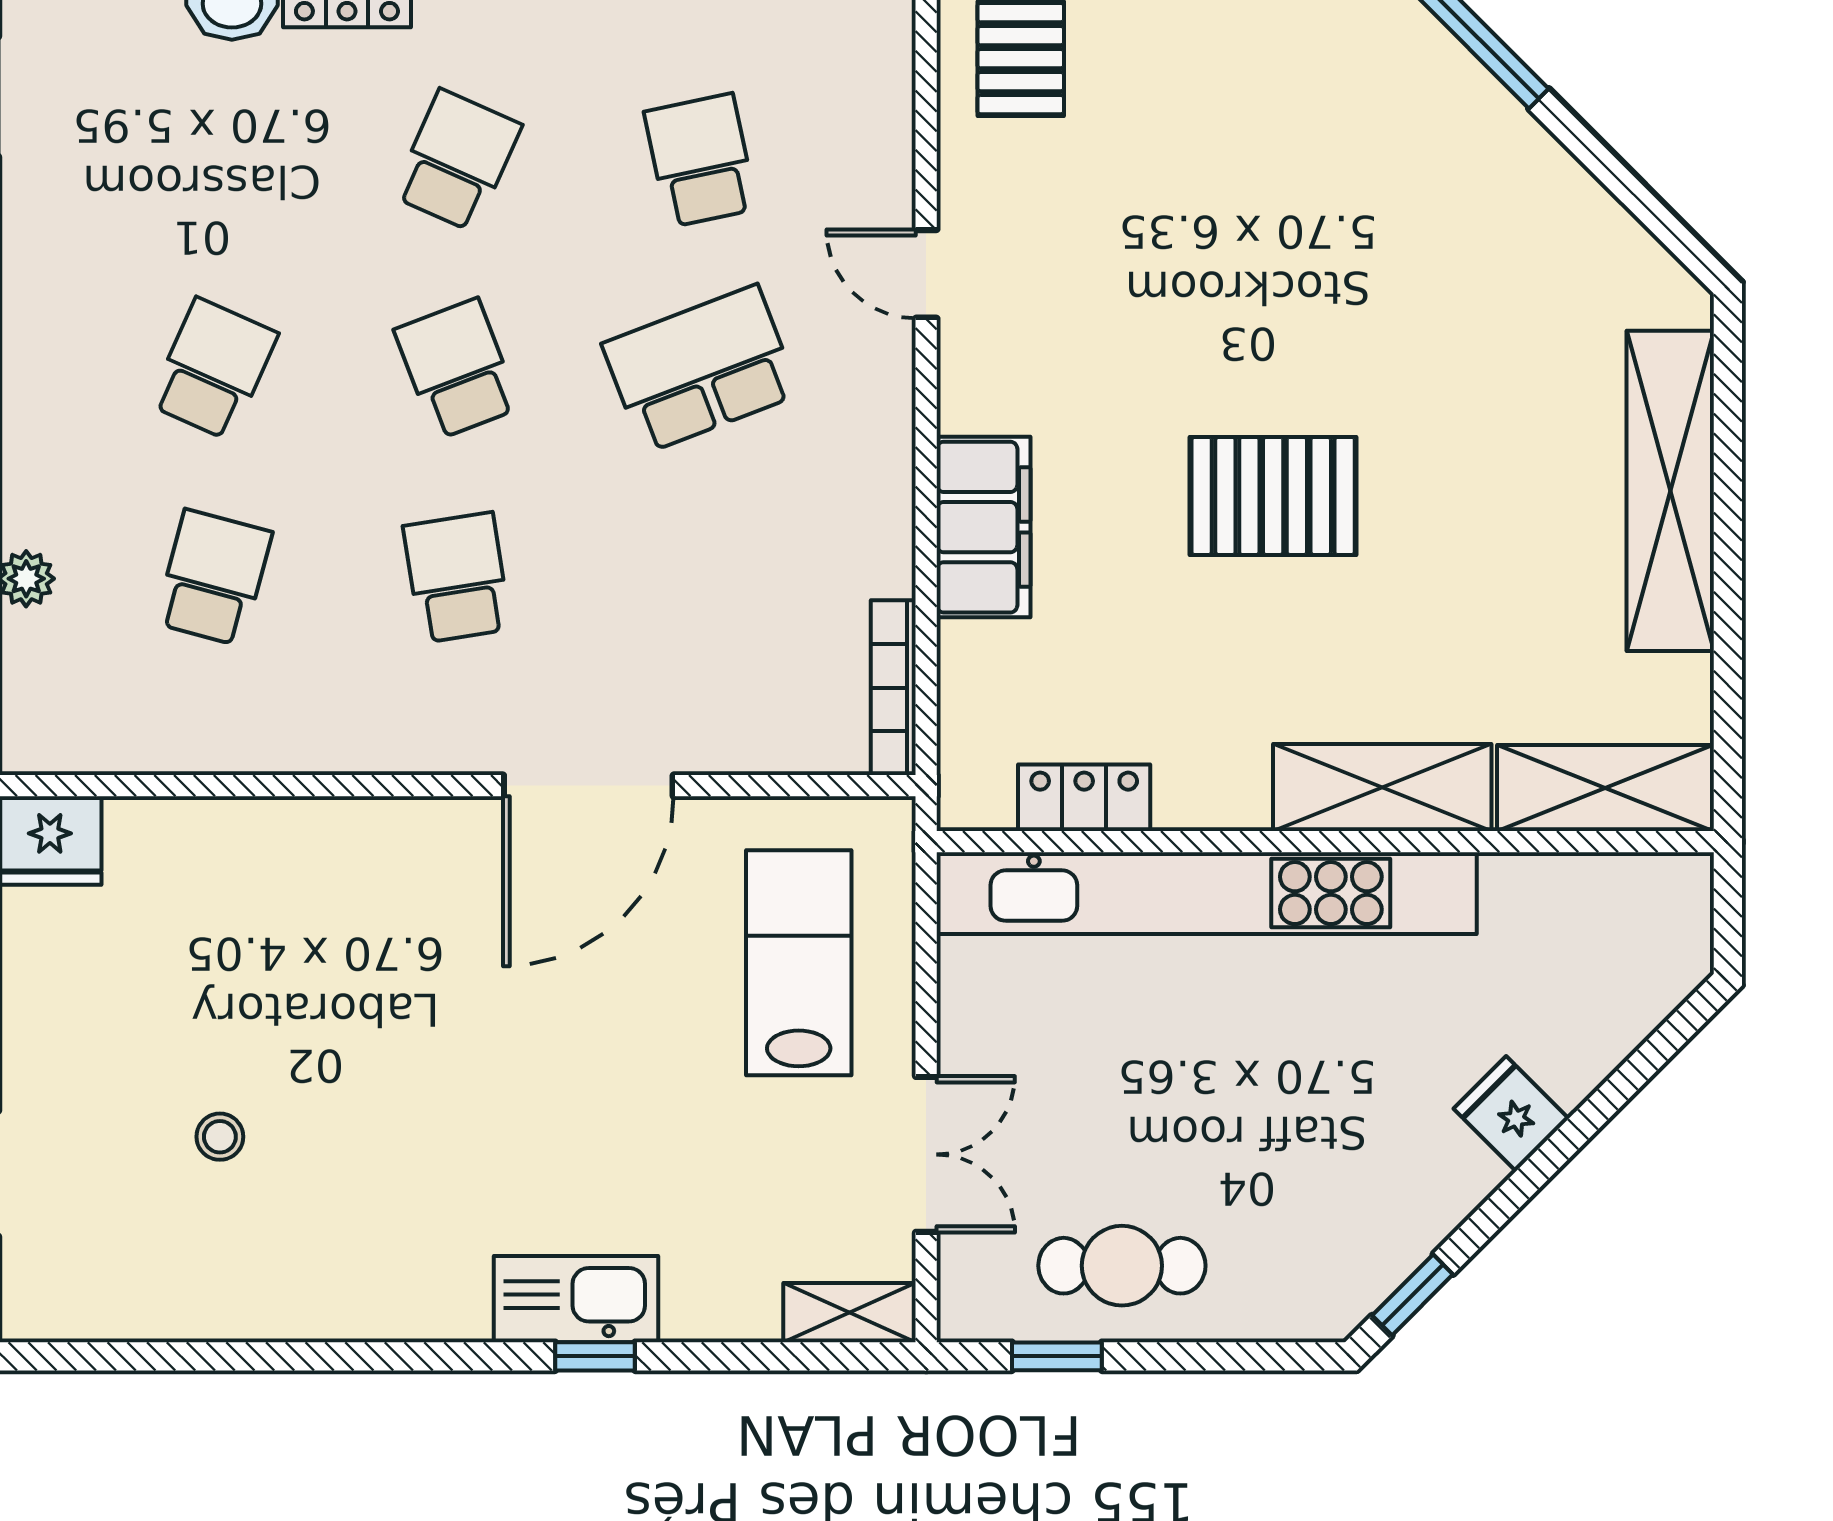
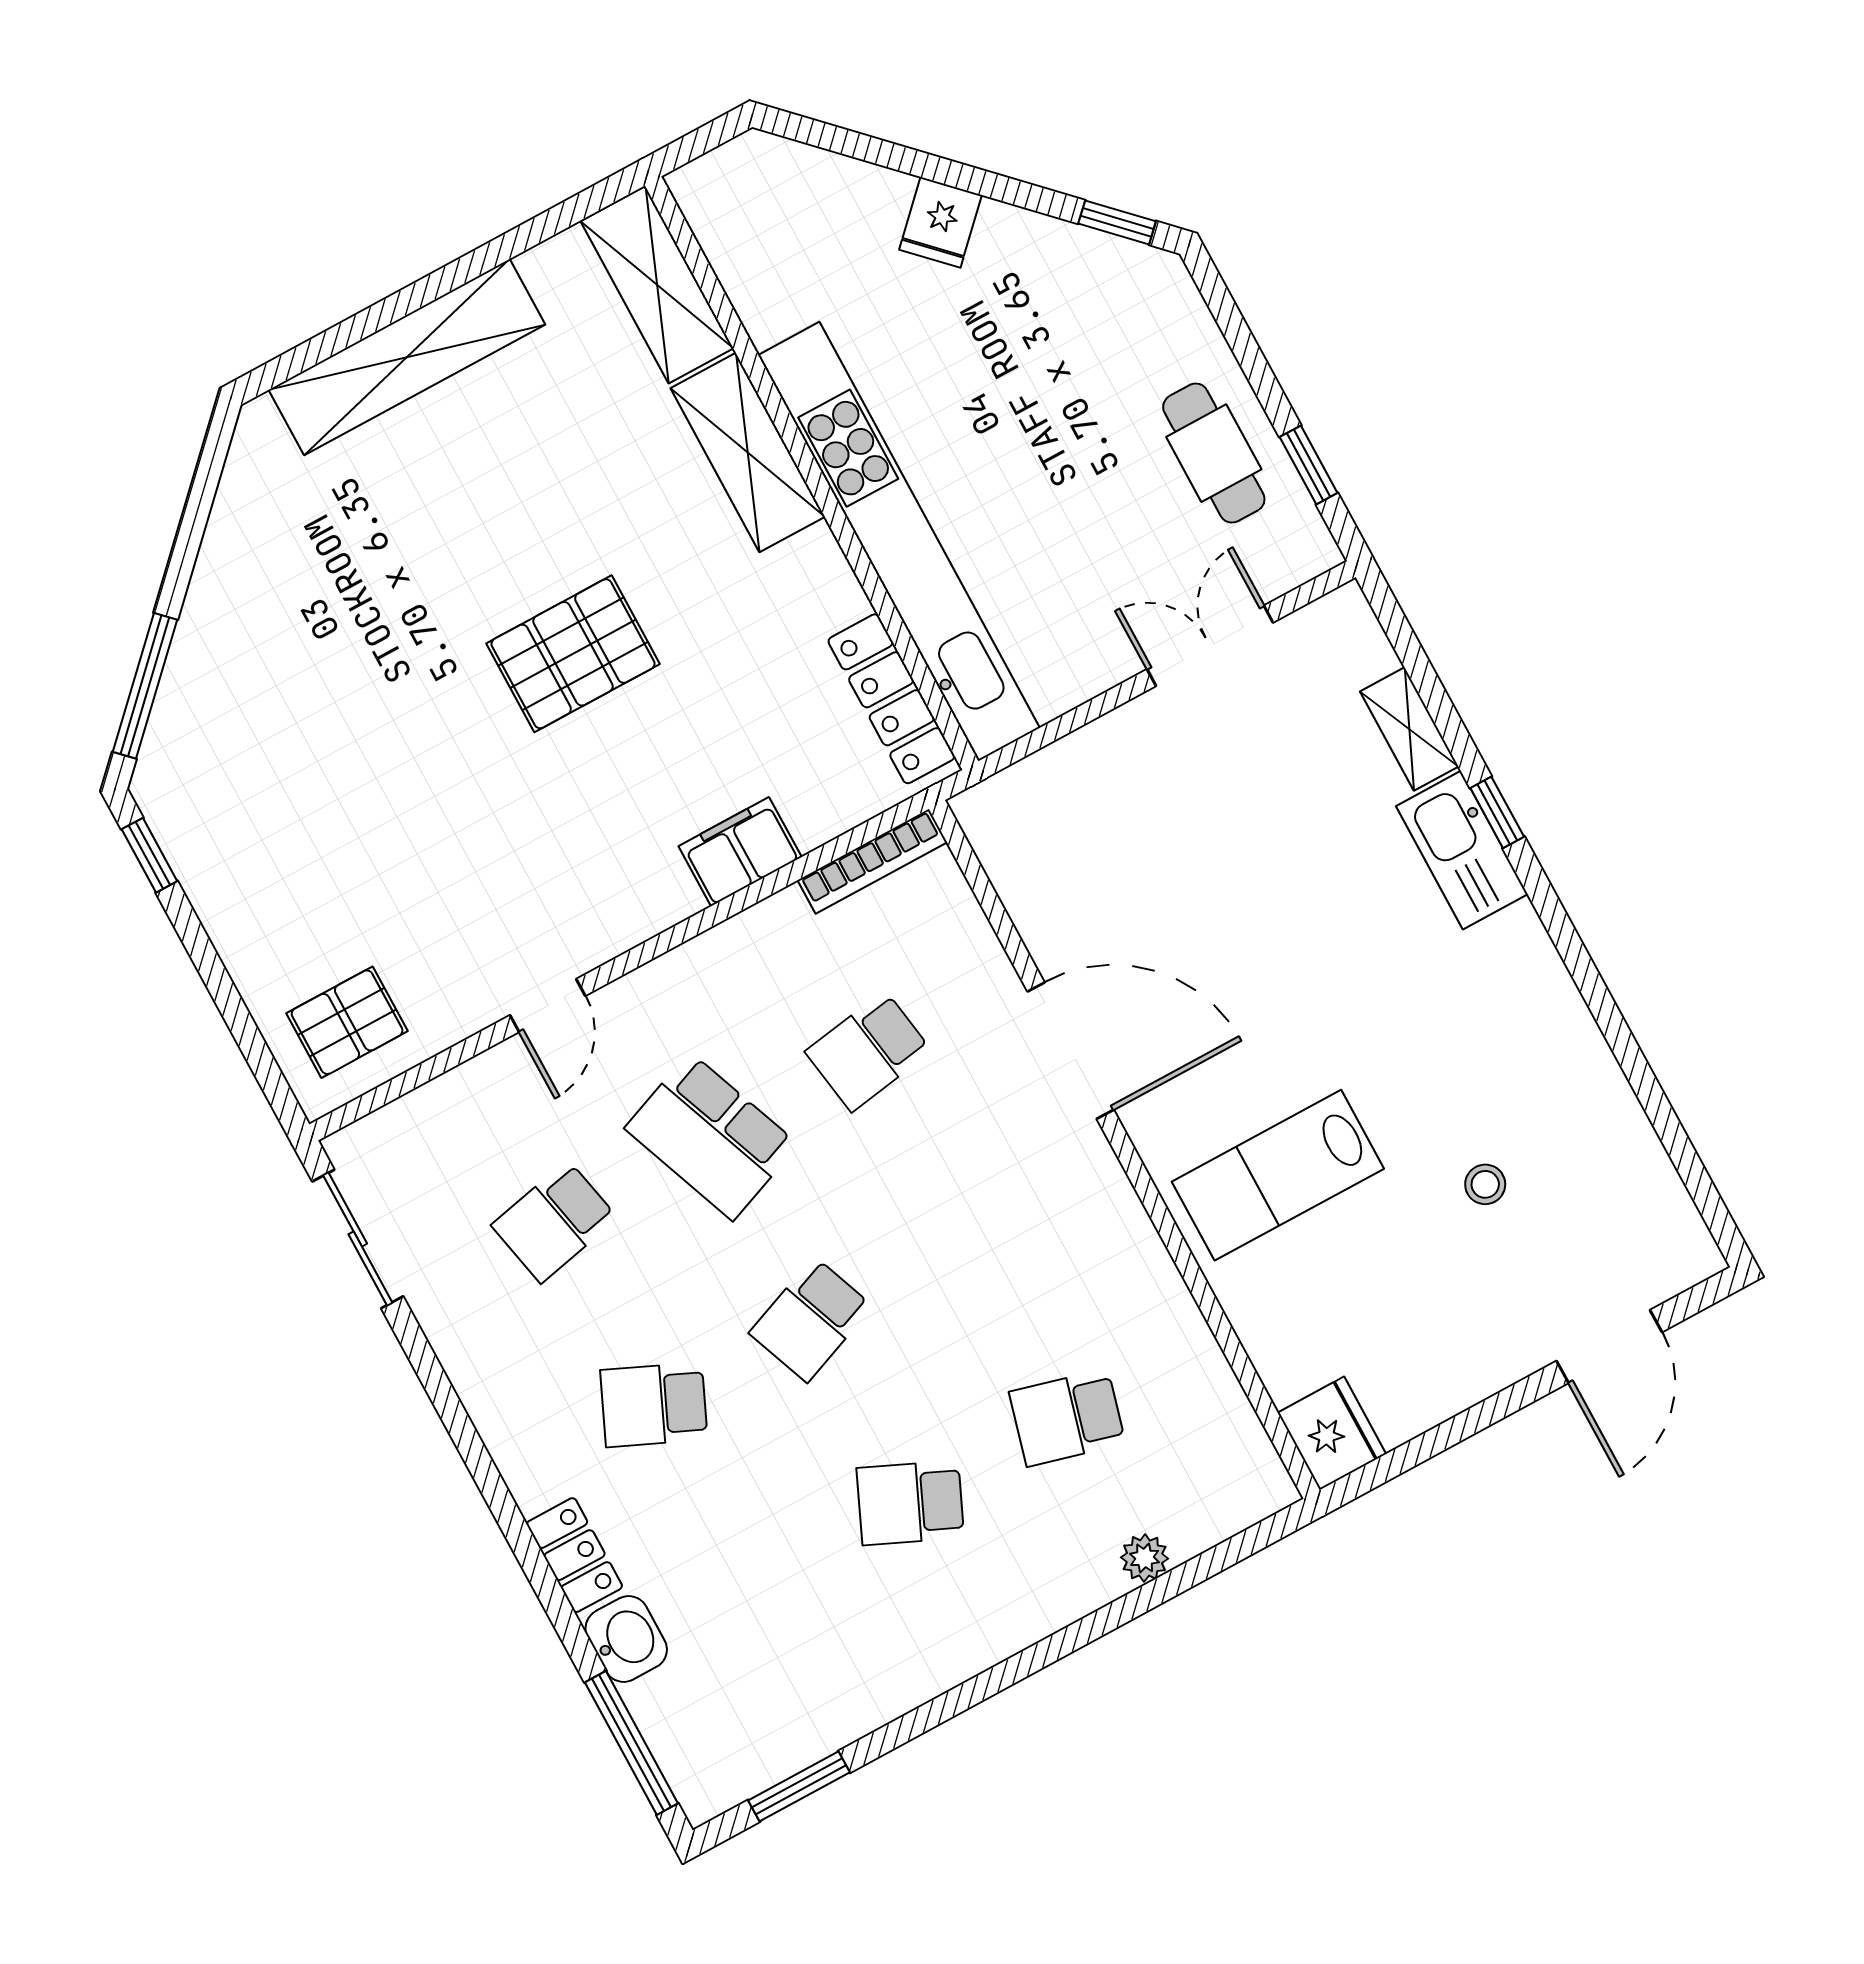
pallet: (1273, 496) -> (573, 654), turned 90
filing cabinet: (984, 527) -> (740, 852), width x0.67, depth x0.86
school desk: (457, 578) -> (868, 1051), moved
locker: (1084, 798) -> (891, 699), width x1.53
lab bench: (799, 963) -> (1278, 1175), moved
shelving: (850, 1313) -> (1409, 729), moved

